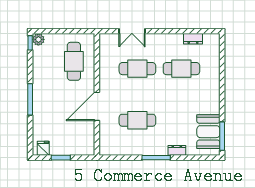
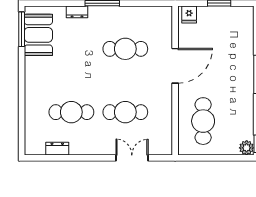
fridge: (43, 148) -> (189, 14), moved

